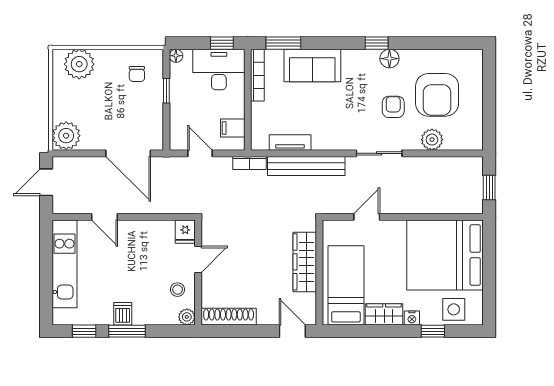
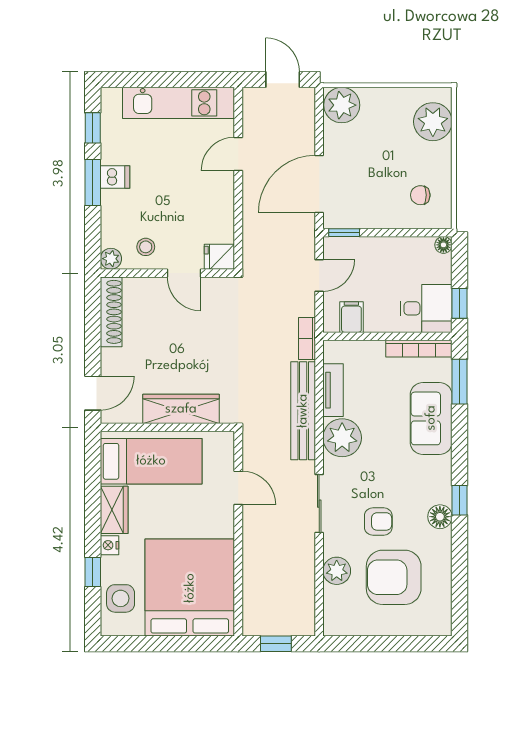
desk: (219, 69) -> (426, 308), width x0.73
window: (166, 91) -> (344, 233), moved
plant: (327, 135) -> (342, 438), added

